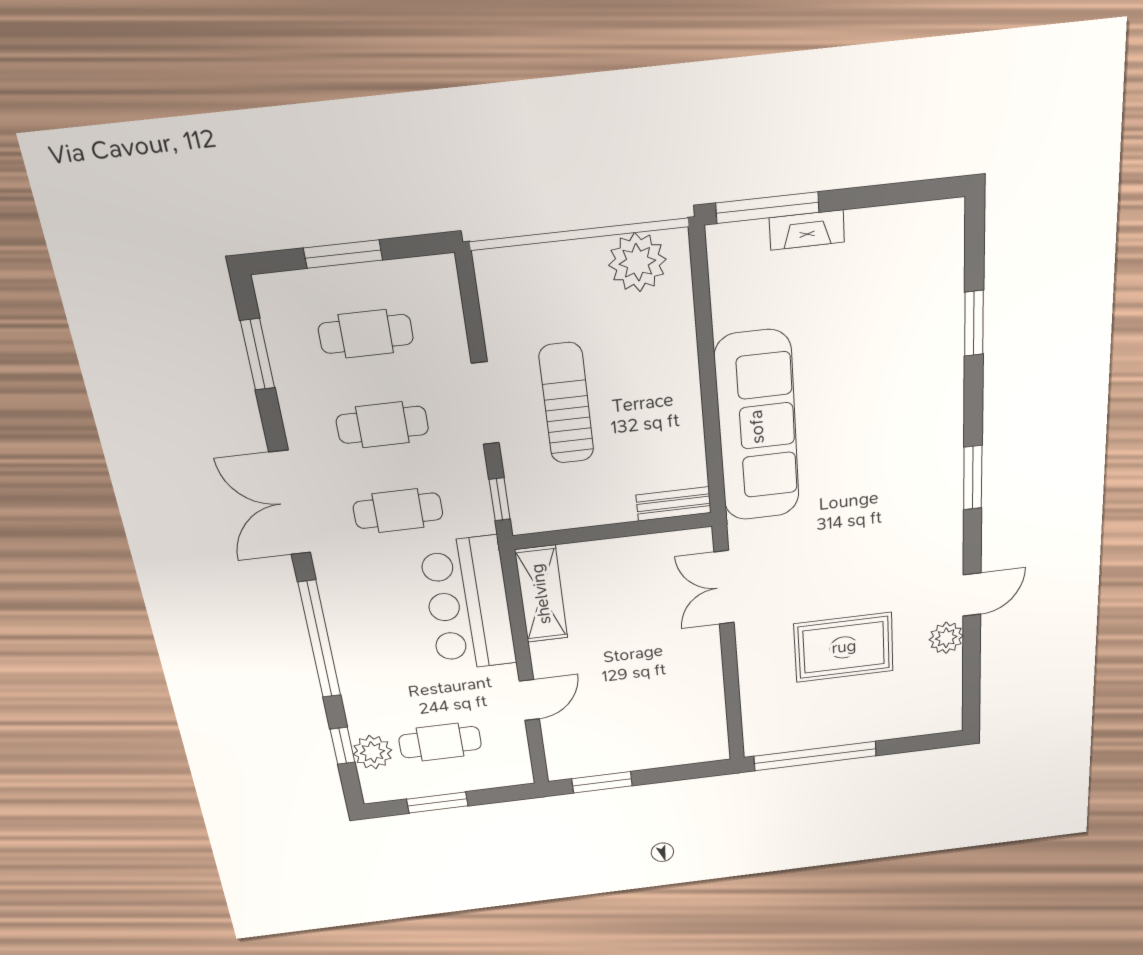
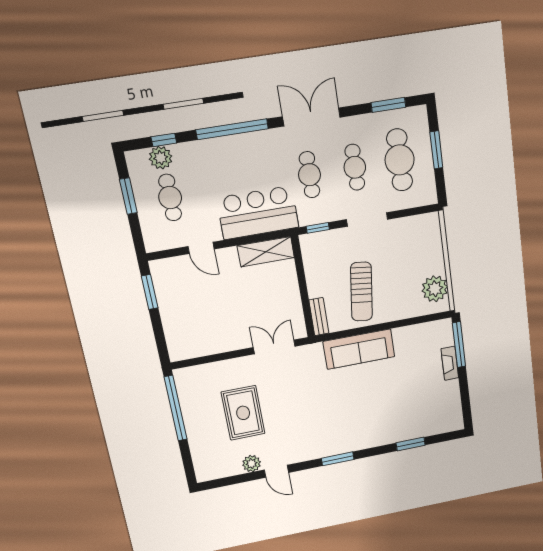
cafe table: (366, 334) -> (400, 160), width x1.37, depth x1.35
sun lounger: (566, 403) -> (361, 292), moved, turned 97
sofa: (757, 427) -> (359, 349), width x0.74, depth x0.79

